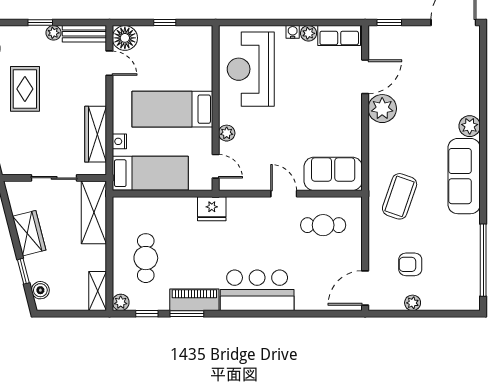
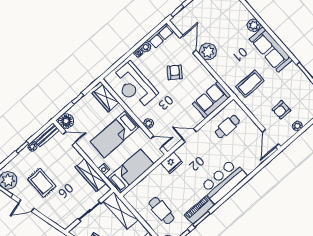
wardrobe: (201, 53) -> (105, 98), added
armchair: (317, 98) -> (175, 72), added
door: (284, 194) -> (189, 135), moved
coffee table: (400, 196) -> (250, 84), turned 71

